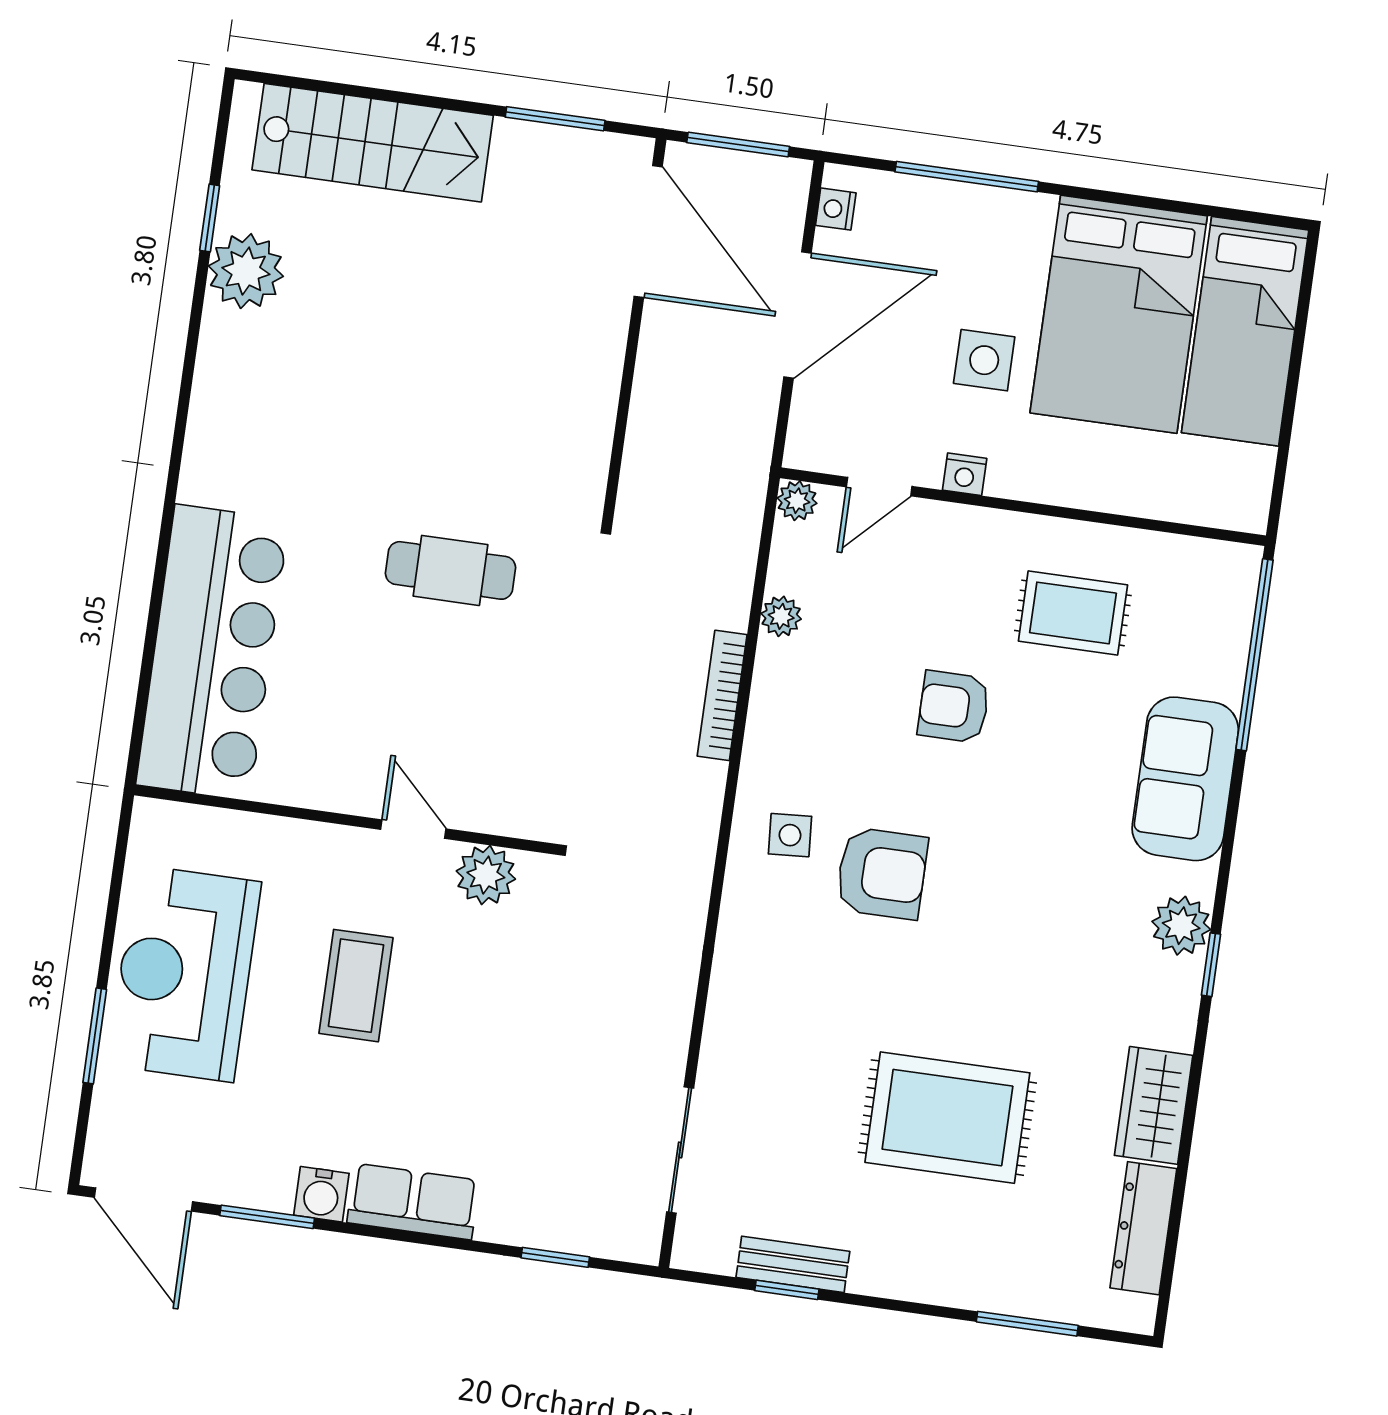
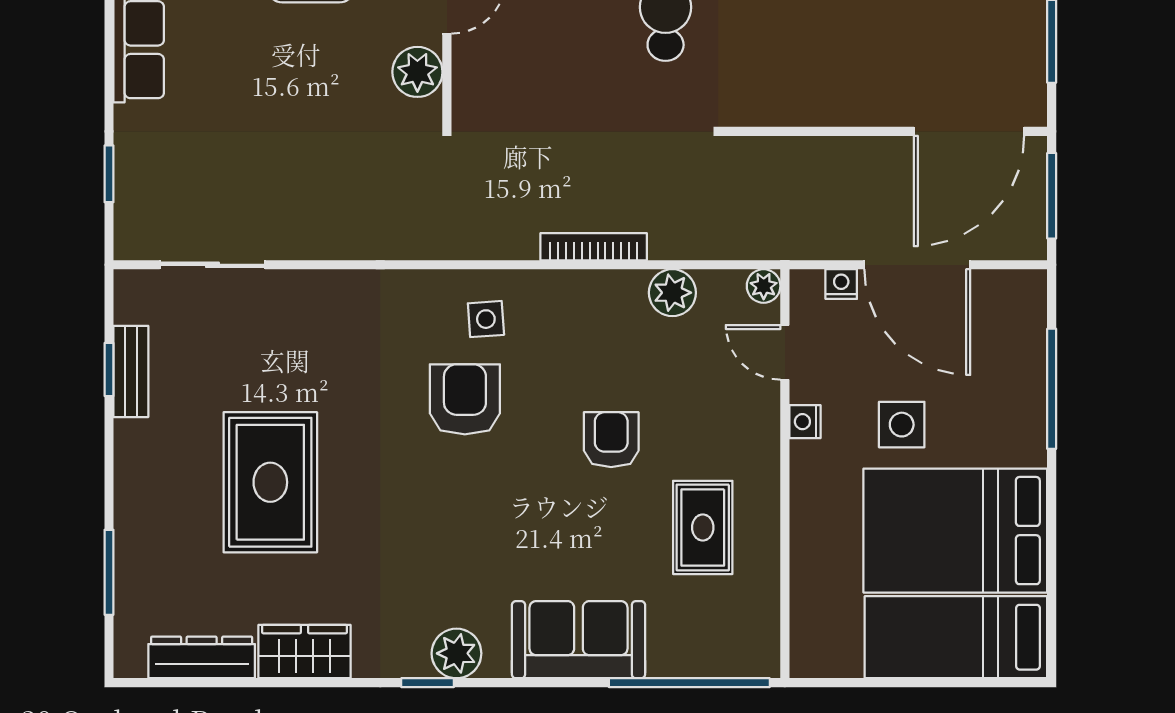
nightstand: (836, 209) -> (841, 284), moved
plant: (781, 616) -> (672, 293), width x1.38, depth x1.38
armchair: (882, 873) -> (465, 399), turned 180

